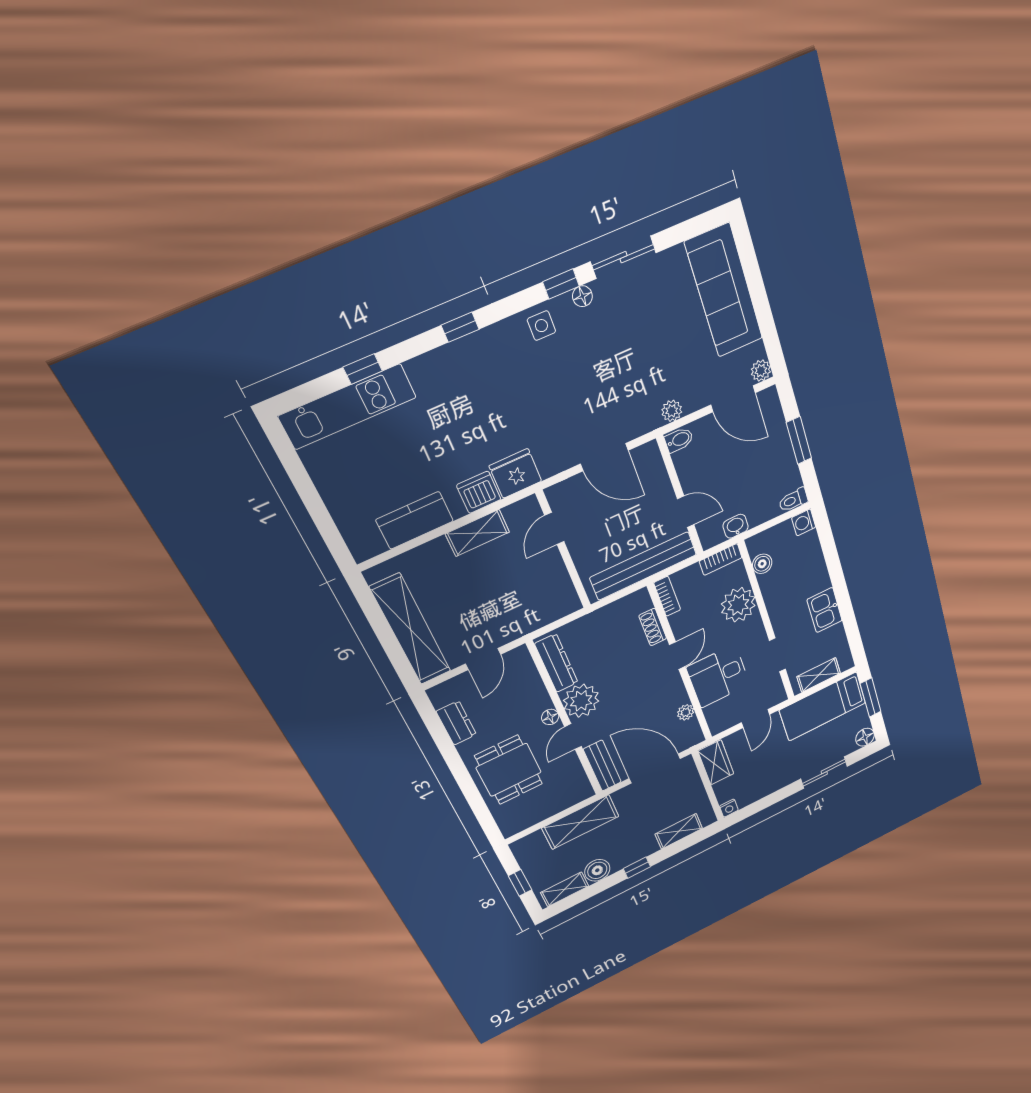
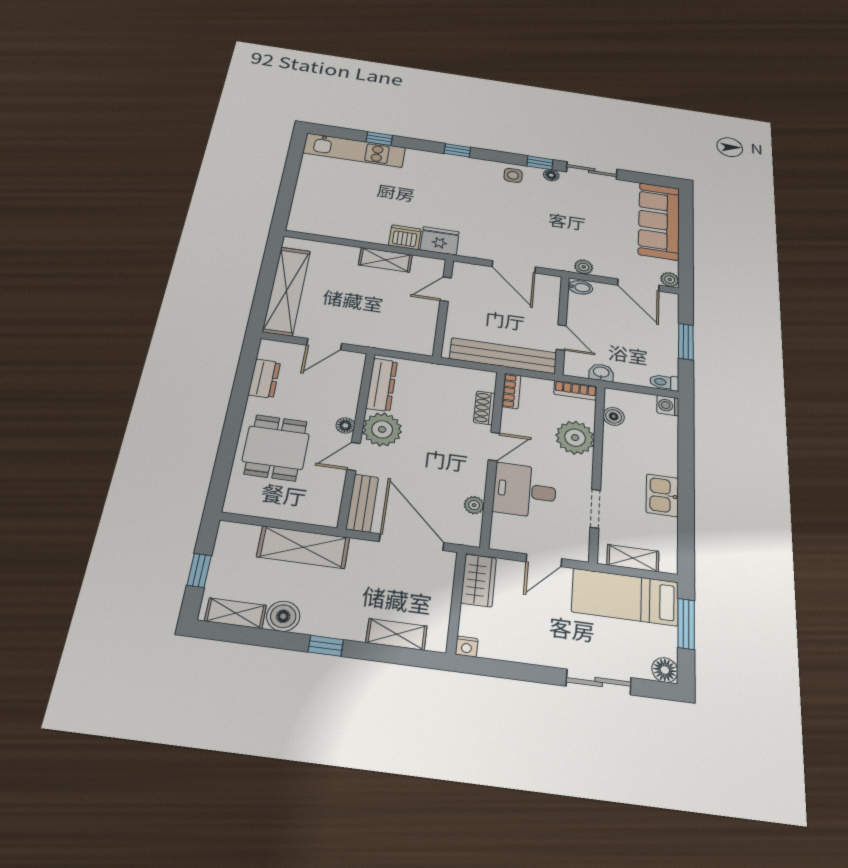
kitchen counter: (415, 520) -> (347, 228), removed

